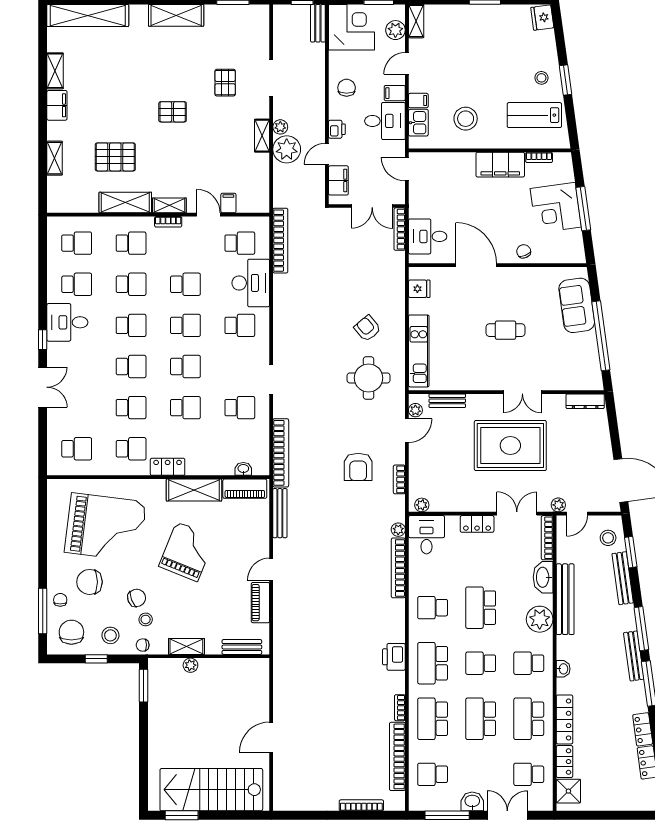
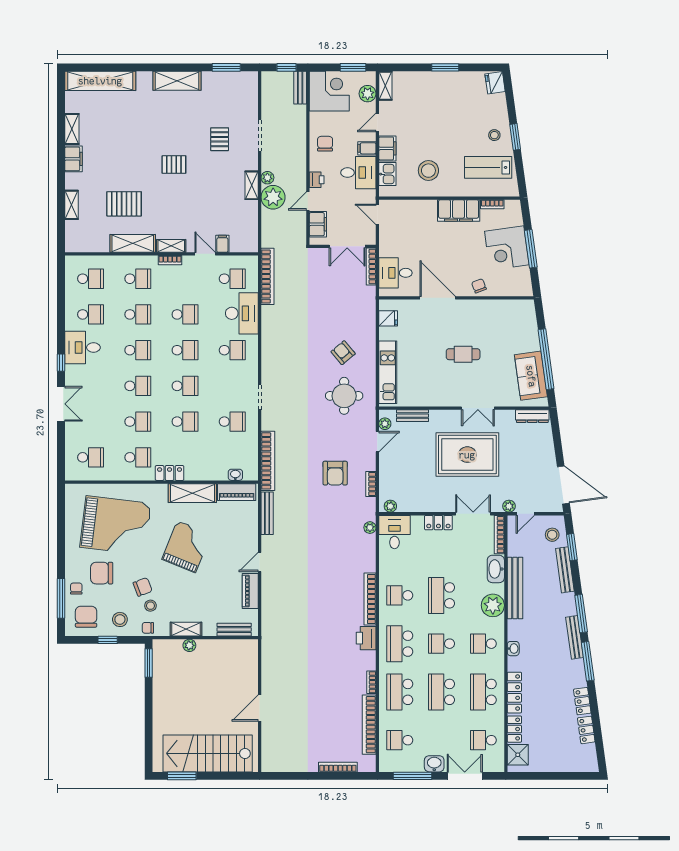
filing cabinet: (418, 101) -> (387, 148), width x2.00
sofa: (577, 305) -> (531, 376), moved
bookcase: (398, 568) -> (370, 599), moved

